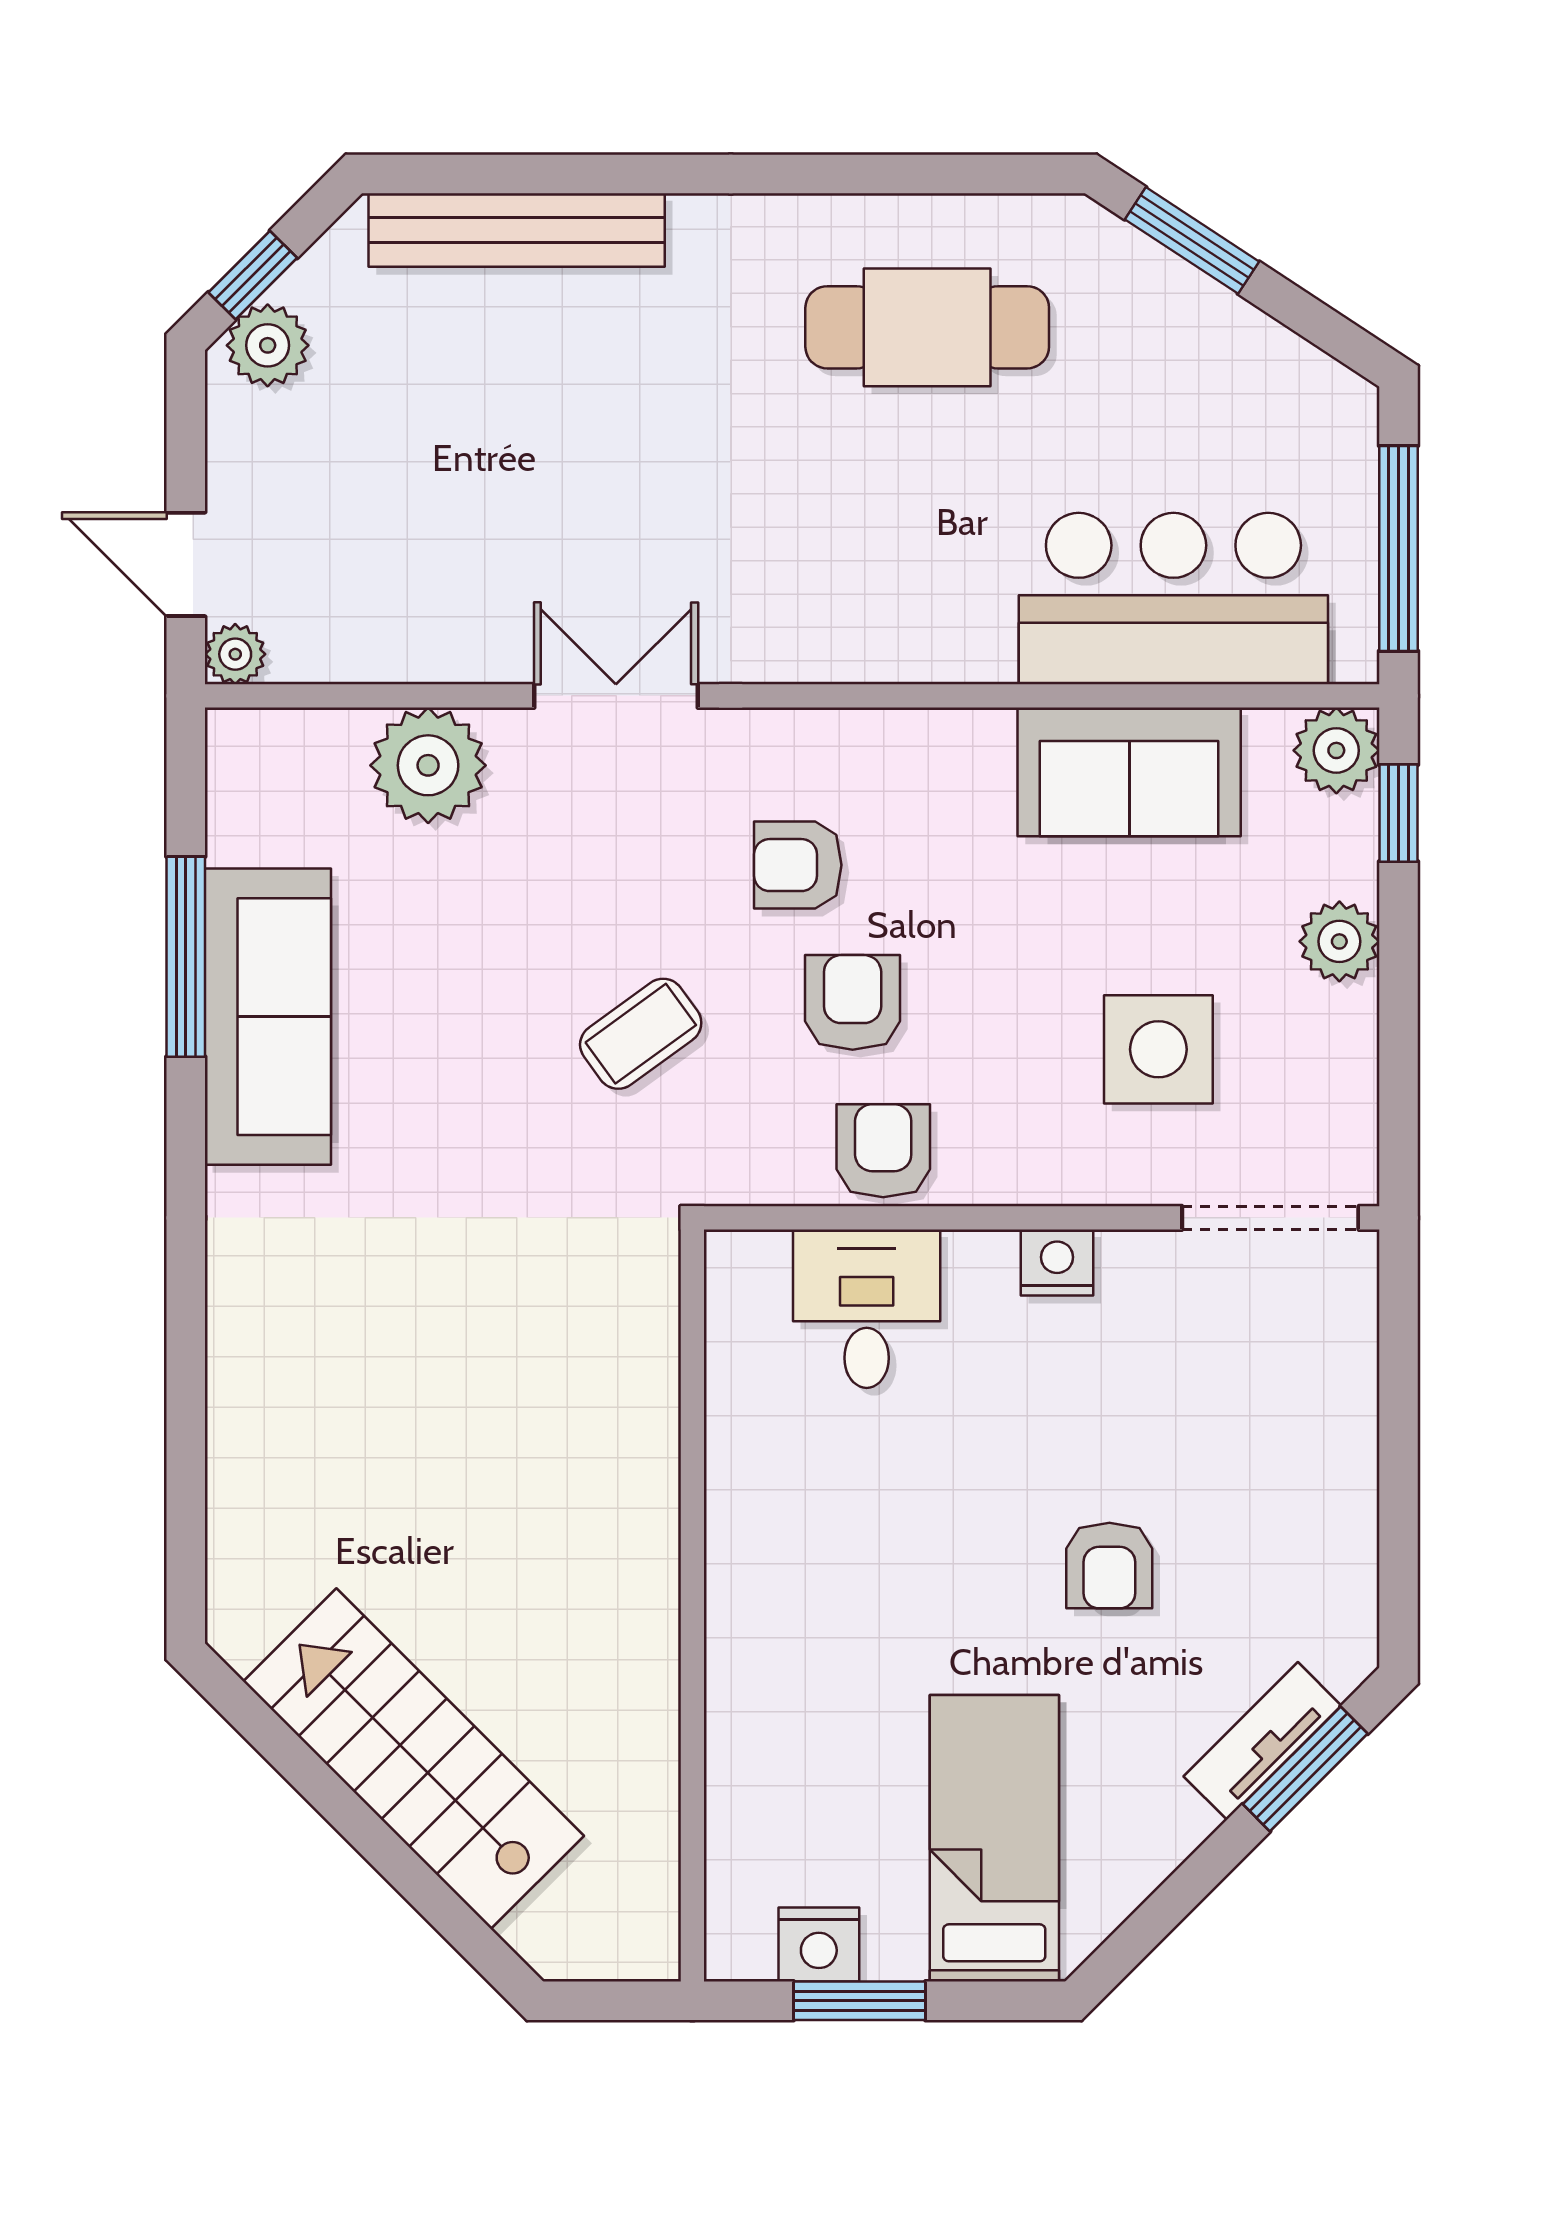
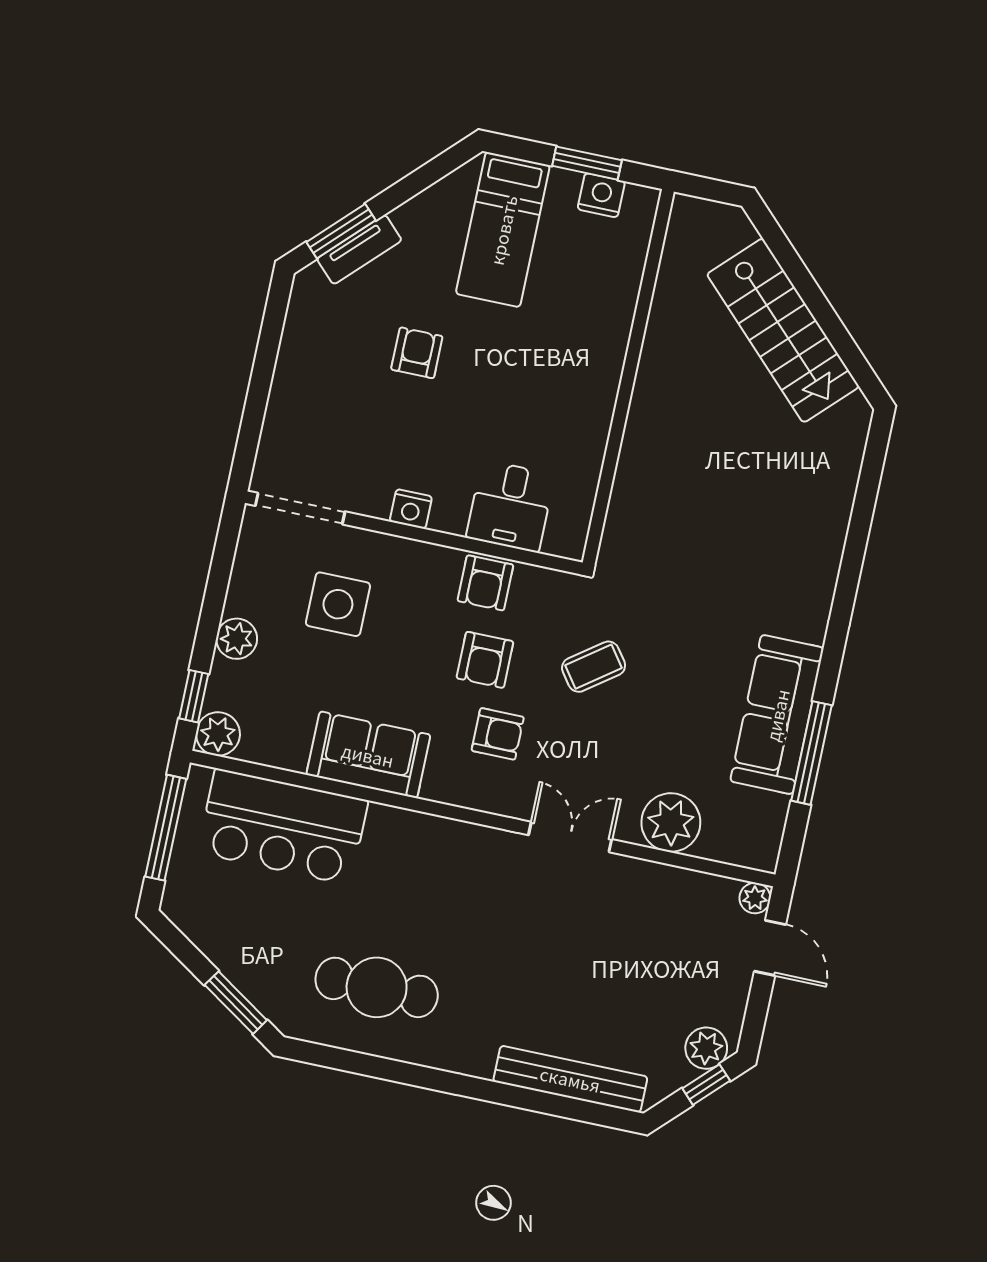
double door: (616, 696) -> (570, 837), swing flipped
sofa: (1129, 772) -> (368, 755), moved

